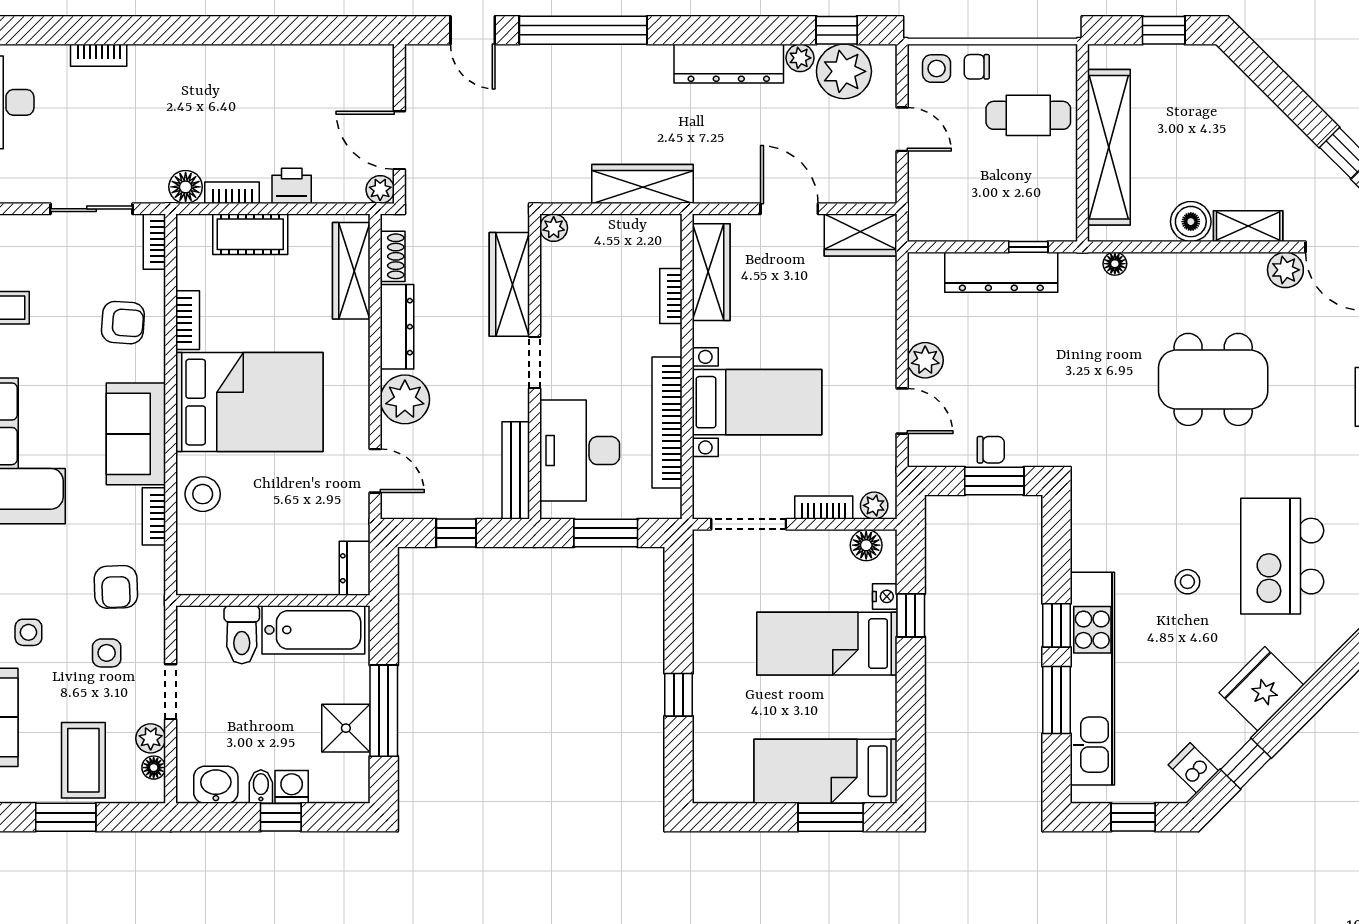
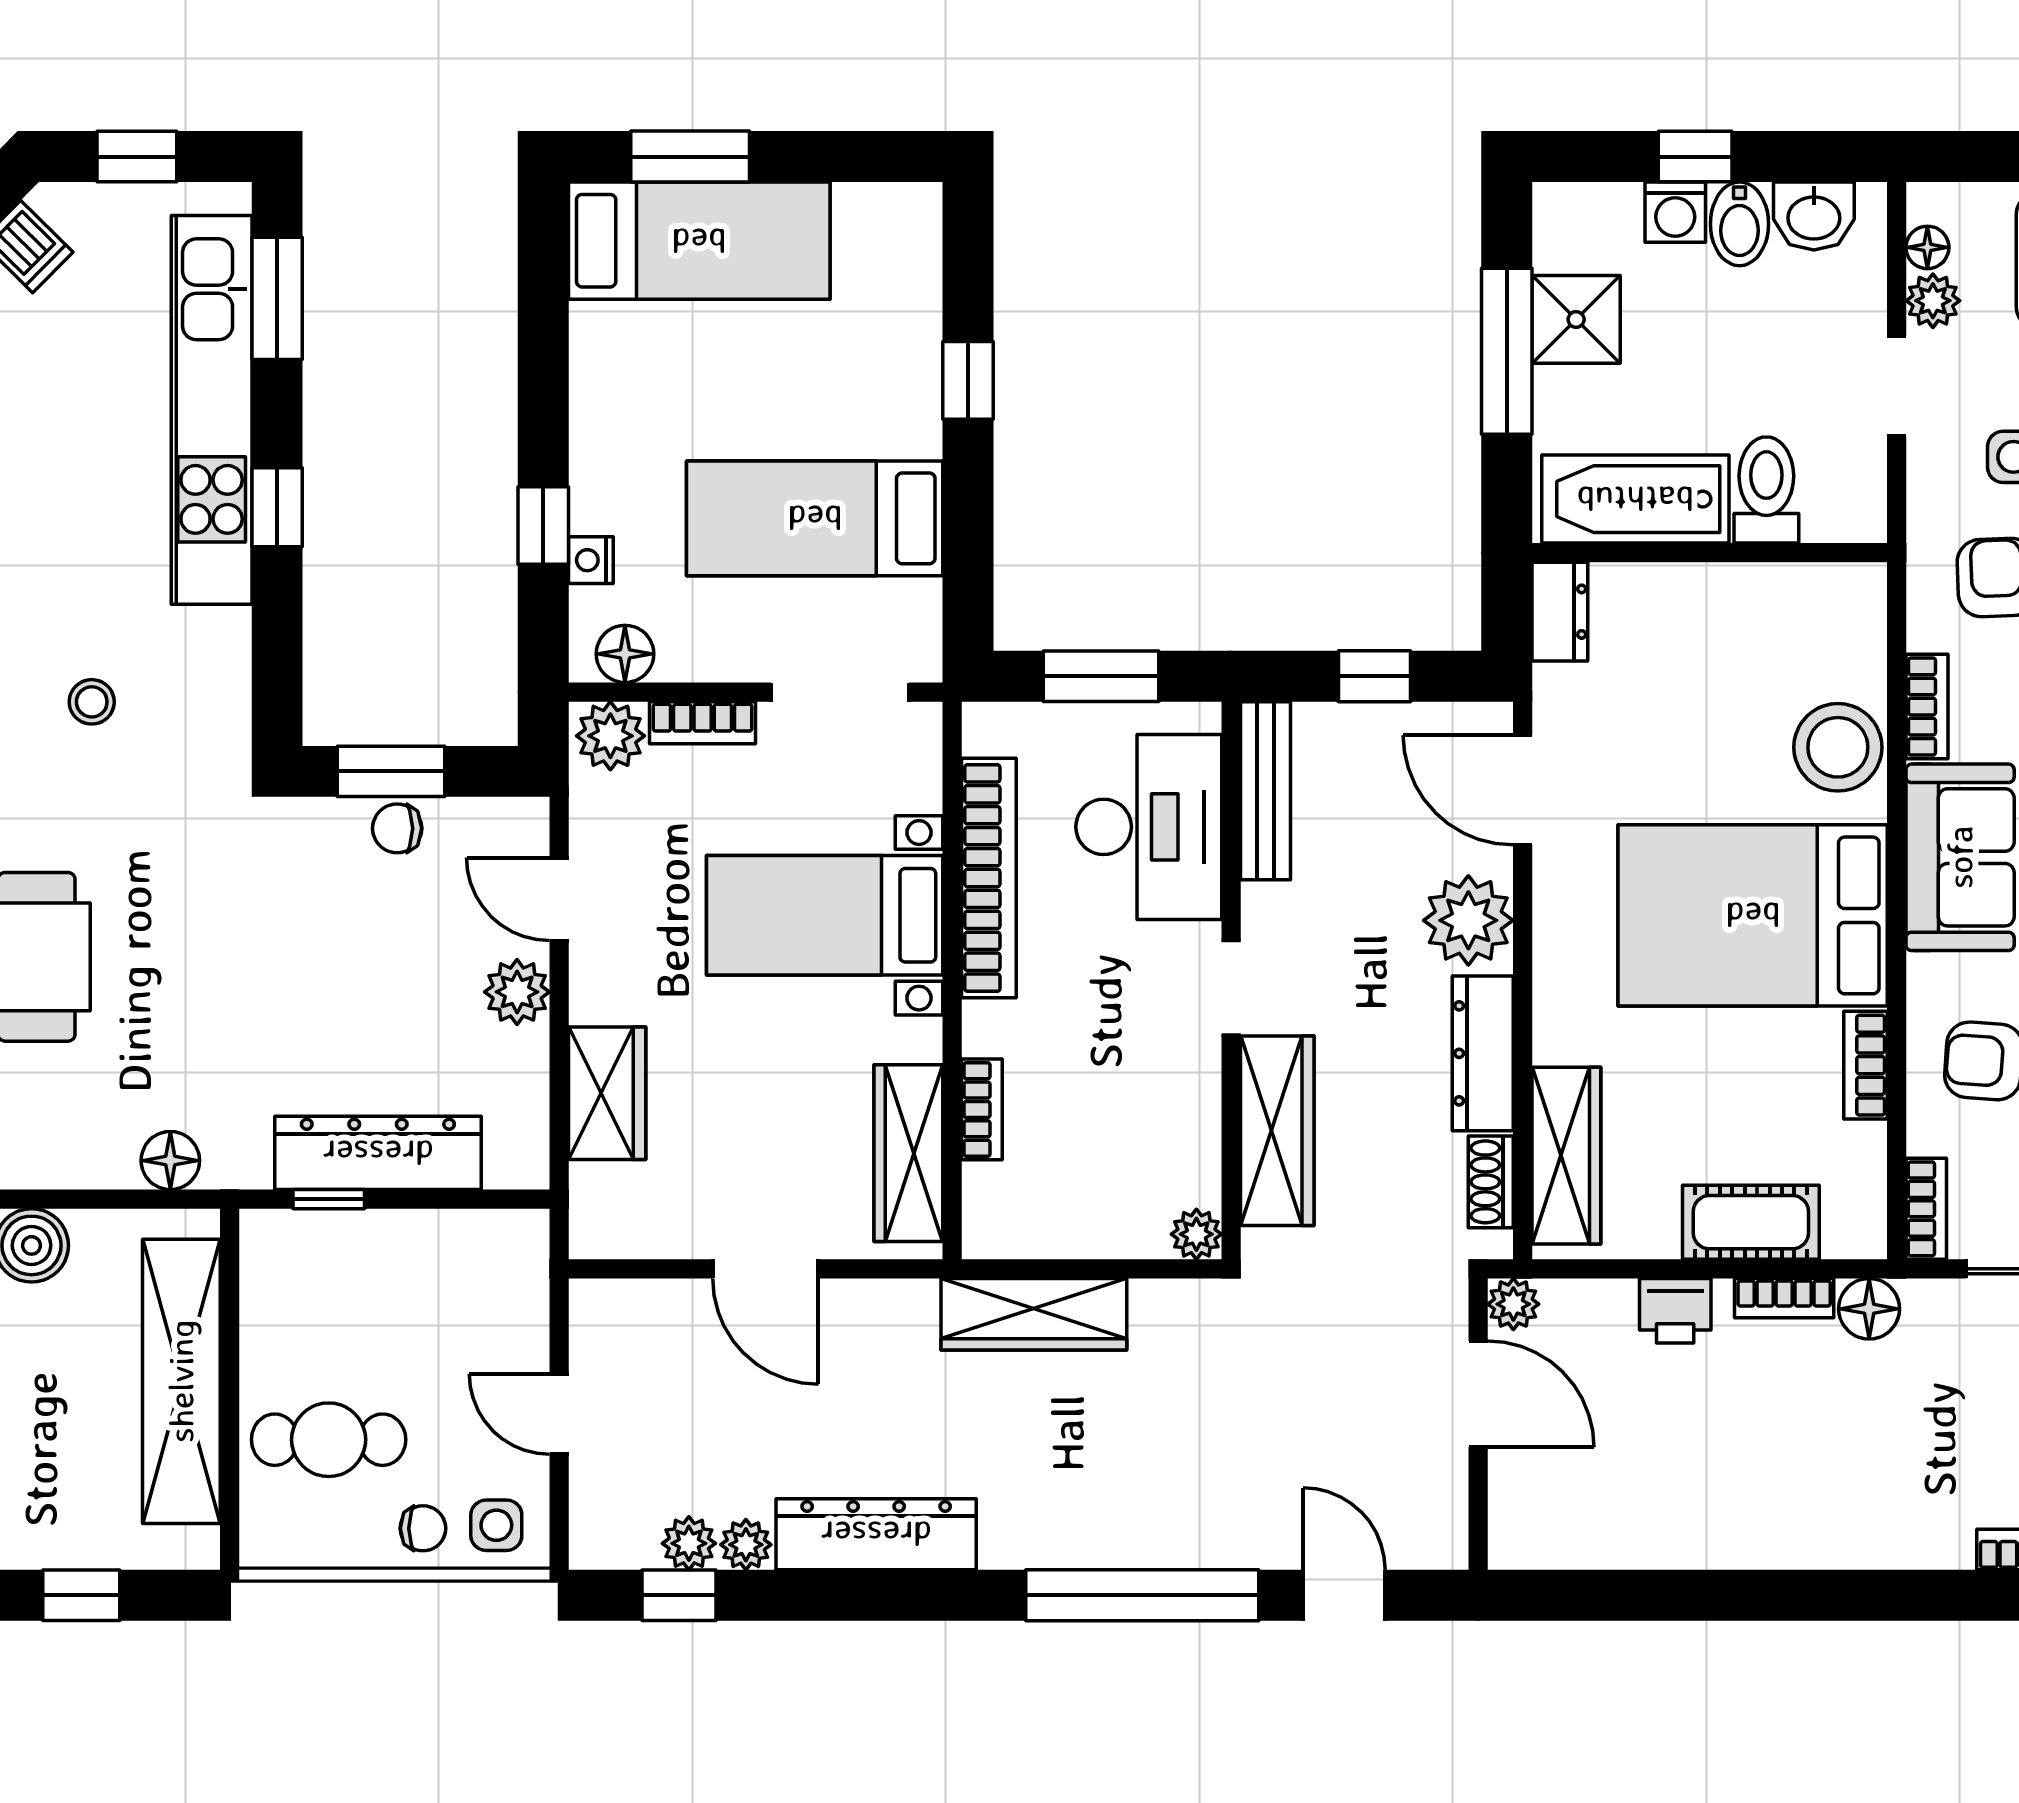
plant: (844, 71) -> (689, 1543), width x0.53, depth x0.53
wardrobe: (861, 235) -> (607, 1093), moved, turned 90
floor lamp: (1115, 264) -> (170, 1161), width x1.37, depth x1.37
door: (375, 471) -> (1523, 790), width x1.38
stool: (203, 494) -> (1838, 747), width x1.38, depth x1.38
plant: (874, 505) -> (610, 736), width x1.38, depth x1.38
stool: (1187, 582) -> (92, 702), moved
bed: (827, 644) -> (815, 518), moved, turned 180
window: (1056, 700) -> (277, 298), moved
bidet: (261, 787) -> (1739, 224), width x1.38, depth x1.36

